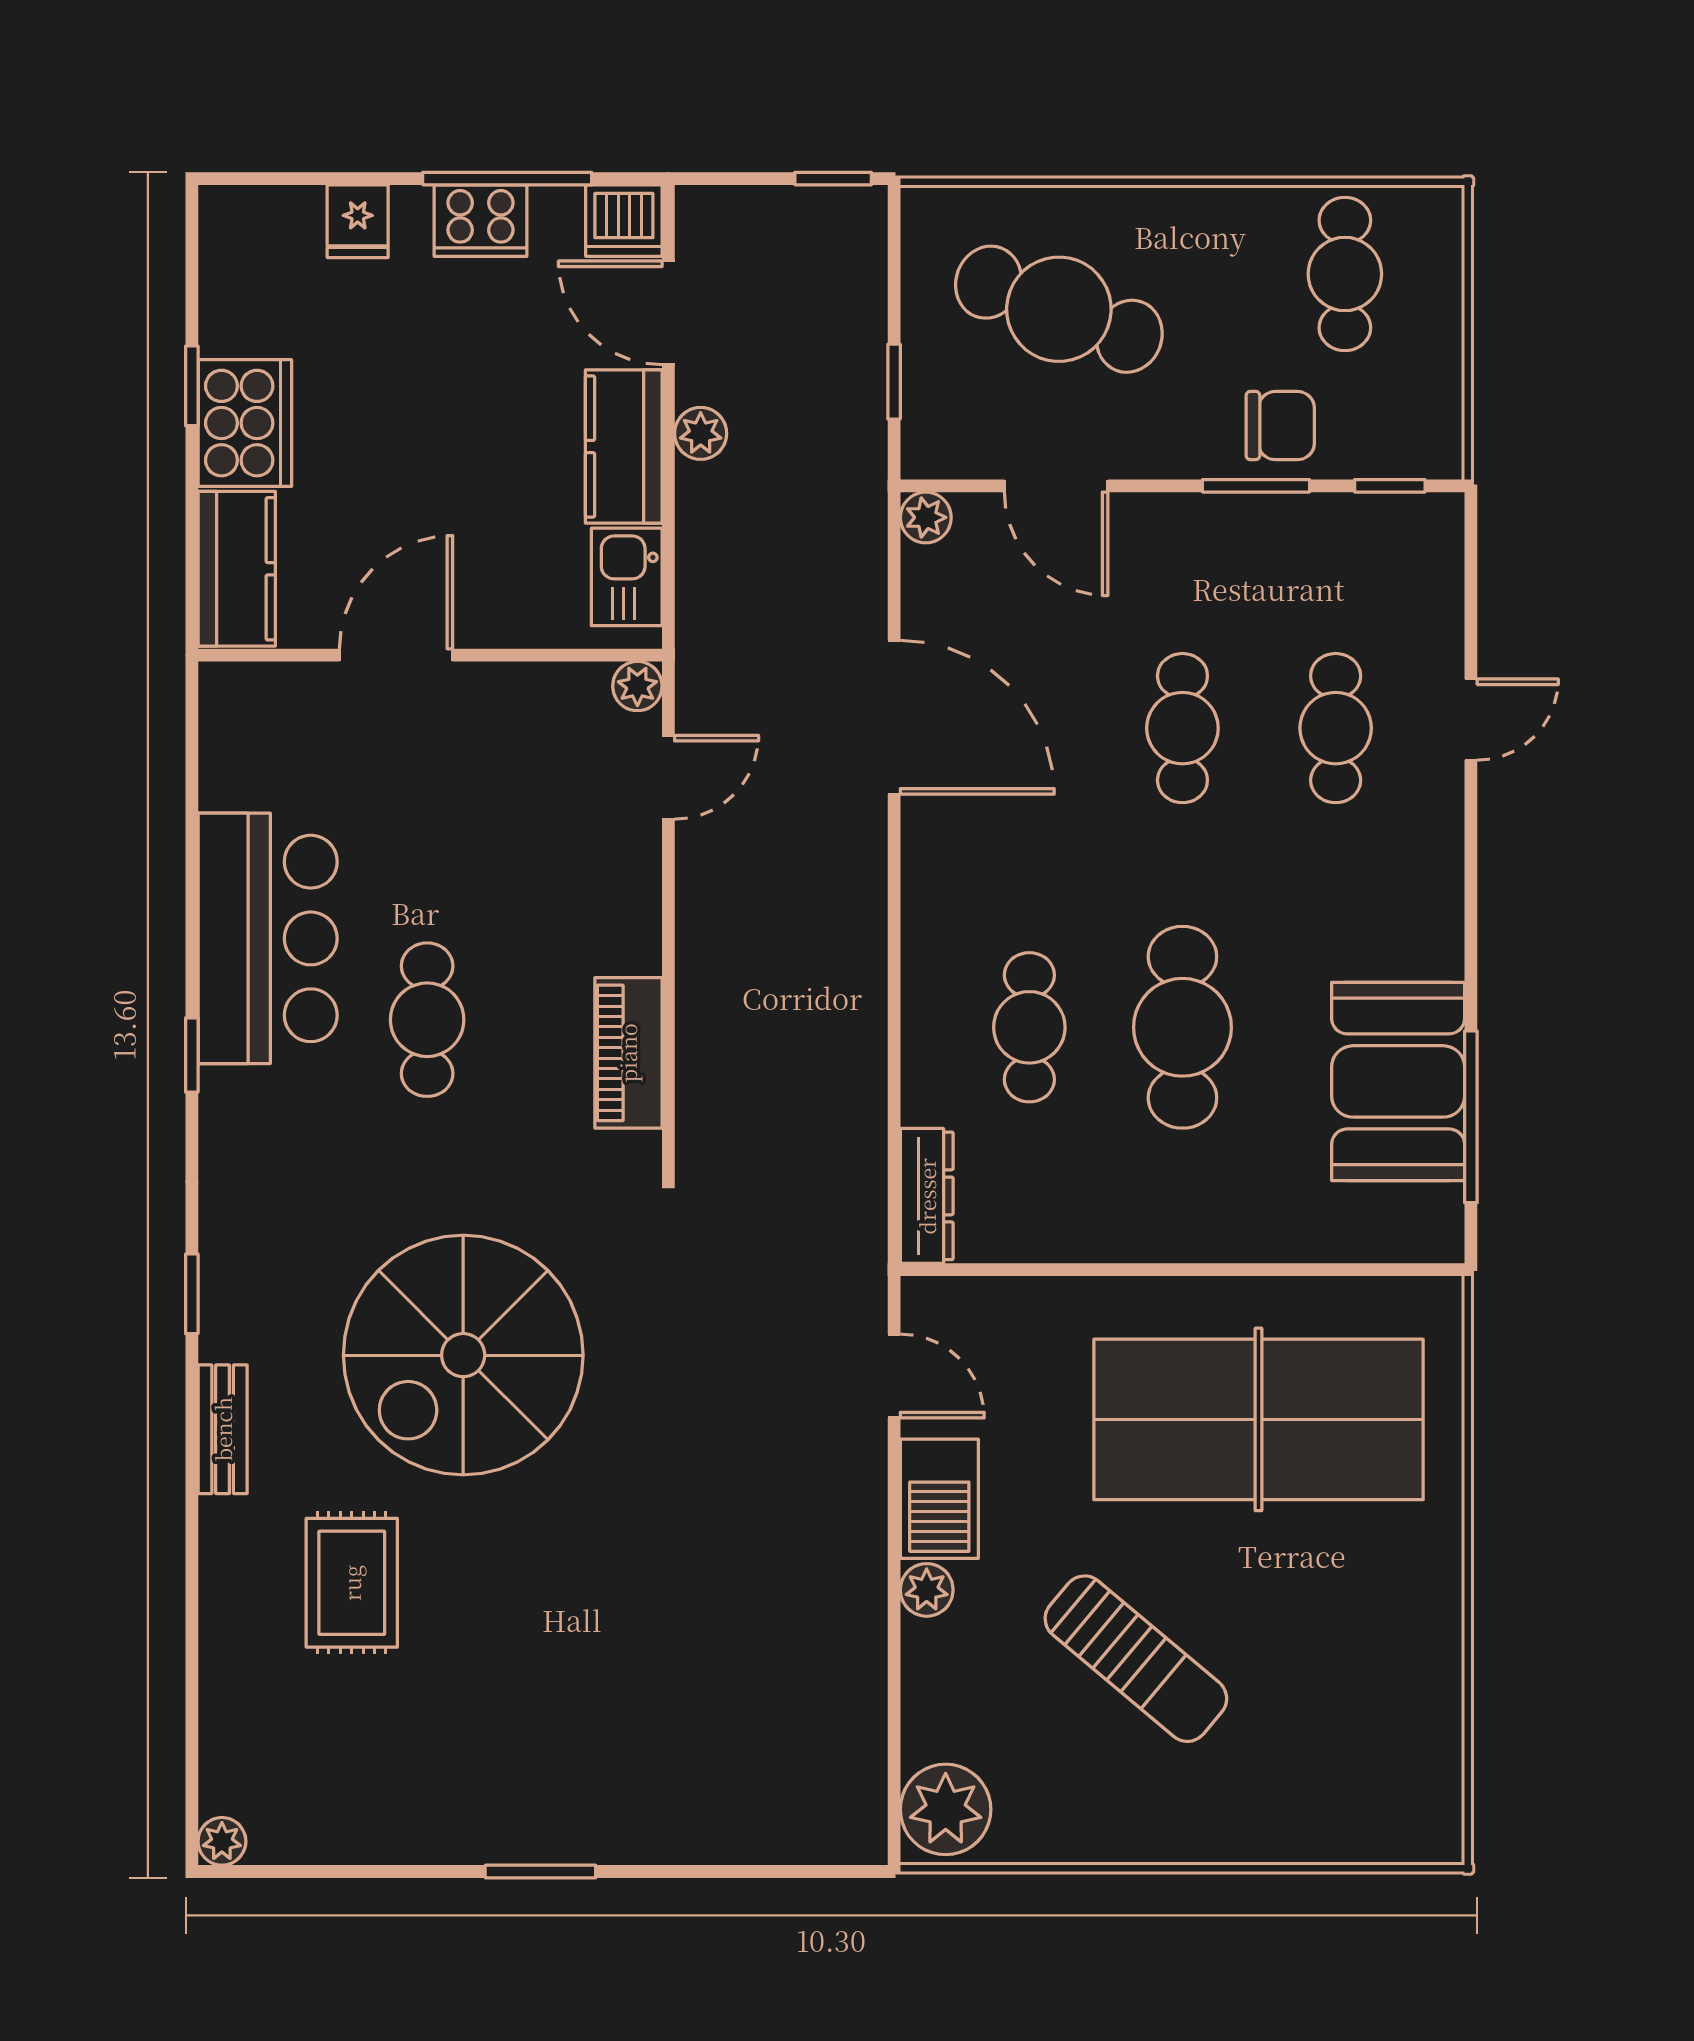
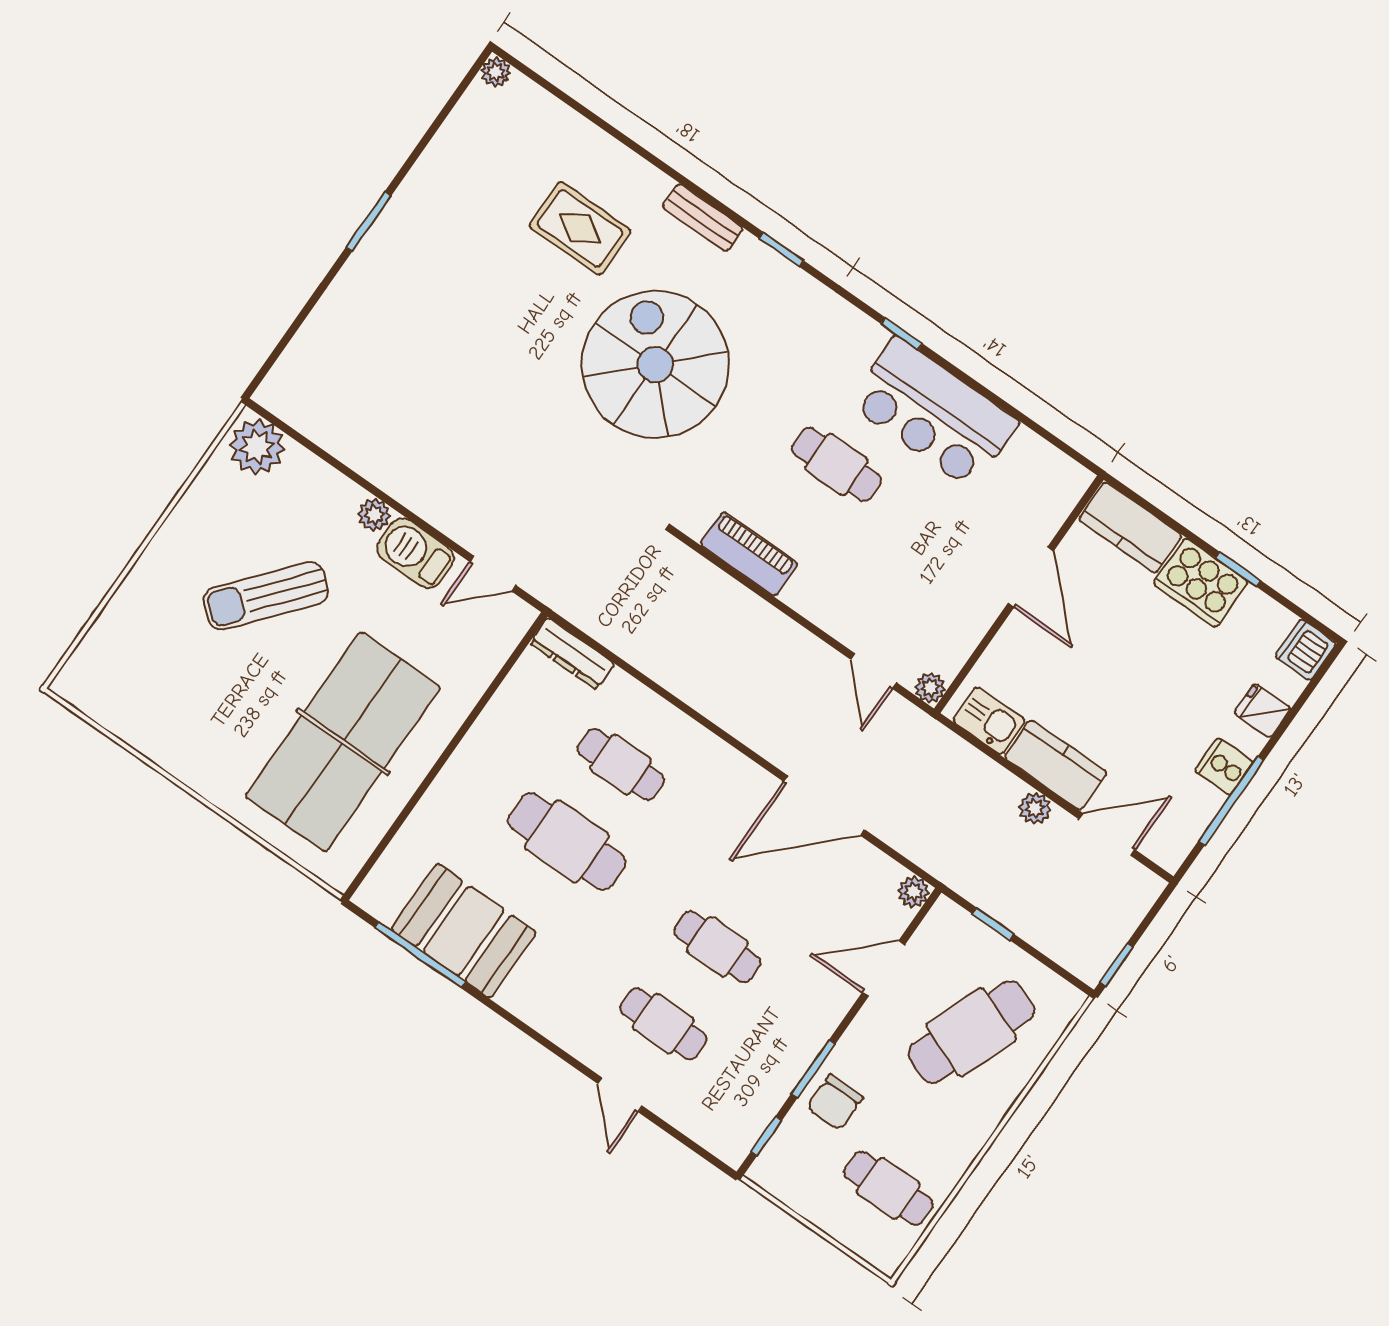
cooker: (481, 221) -> (1224, 766), width x0.73
dishwasher: (624, 221) -> (1305, 650), moved

